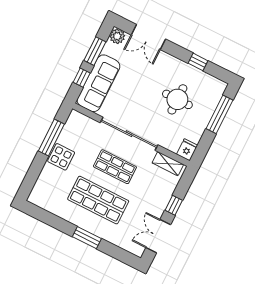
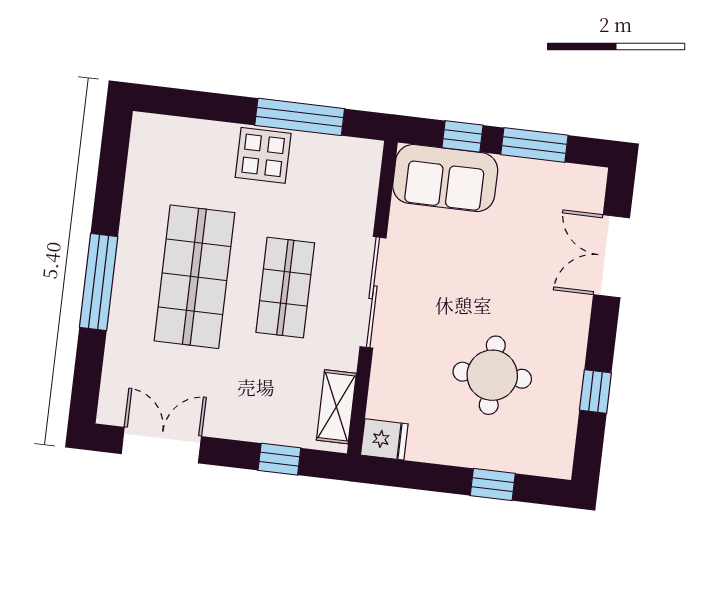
plant: (117, 36) -> (588, 184), removed
sofa: (99, 83) -> (445, 178), width x0.73
window: (219, 114) -> (493, 485), width x0.46
sliding door: (129, 134) -> (373, 292), width x0.73
window: (174, 205) -> (279, 459), moved
window: (87, 238) -> (99, 282), width x1.44

